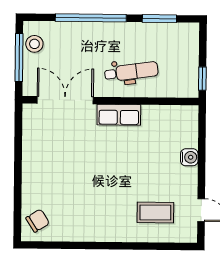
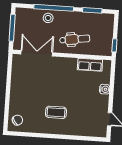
stool: (34, 44) -> (48, 18), moved
row of seats: (119, 115) -> (90, 65), moved
coffee table: (155, 213) -> (56, 112), moved

